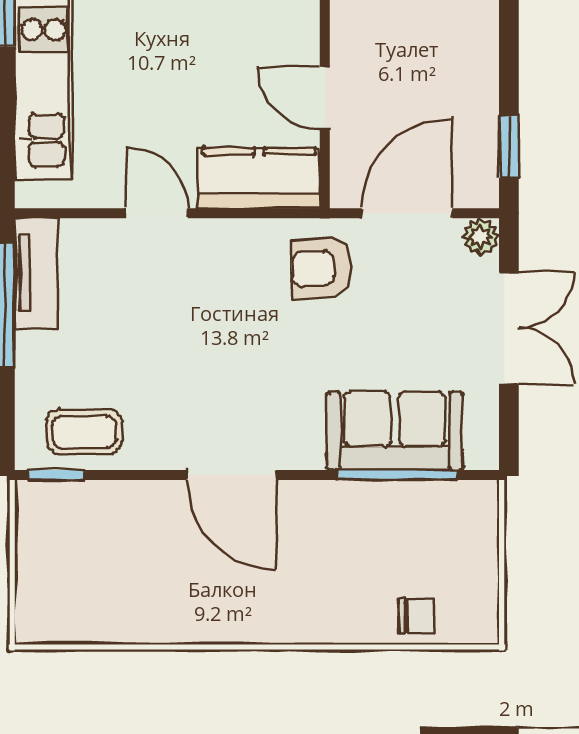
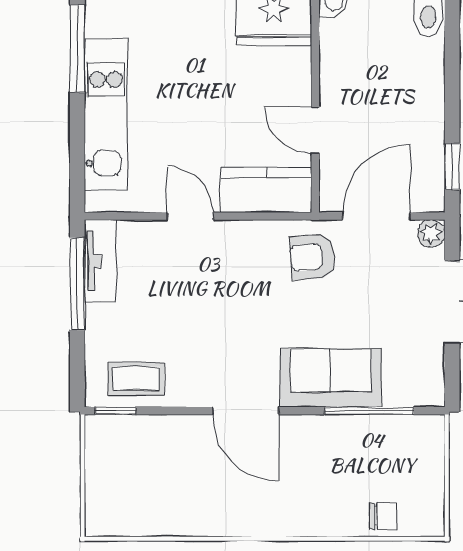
sofa: (395, 431) -> (331, 378), moved

